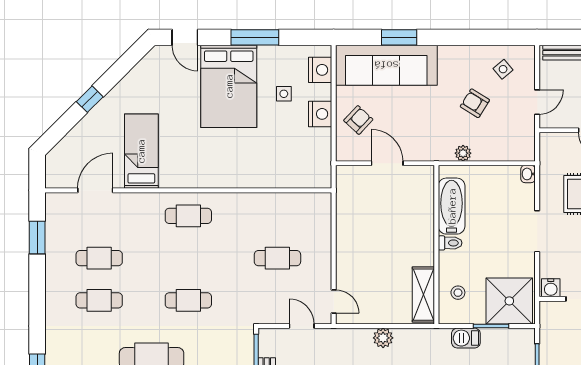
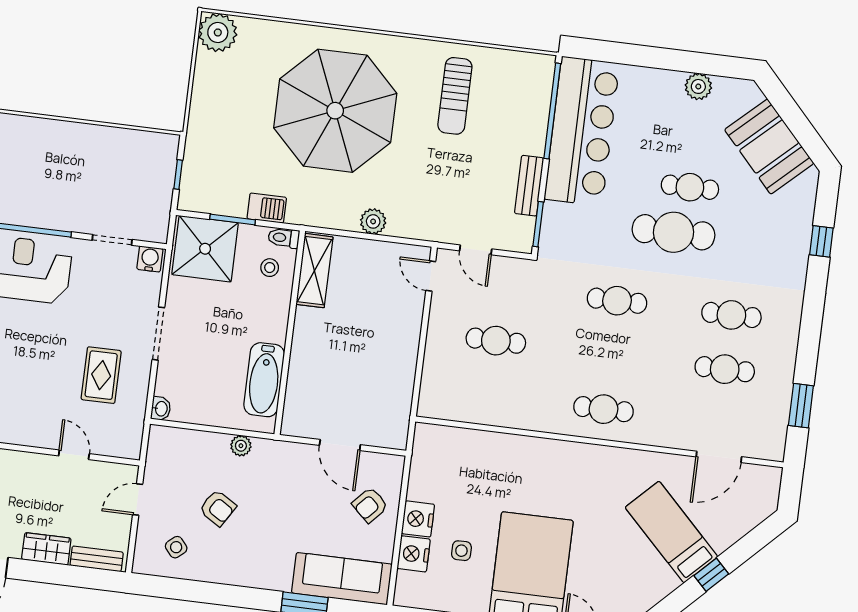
sofa: (386, 65) -> (342, 579), width x0.74, depth x0.79
nightstand: (320, 70) -> (414, 554), moved
bed: (141, 151) -> (671, 532), moved, turned 135
toilet: (450, 243) -> (284, 238), moved

